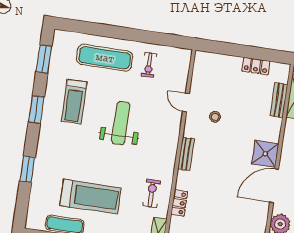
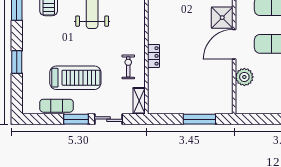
bench: (186, 154) -> (153, 28), removed
locker: (179, 203) -> (154, 56), moved

